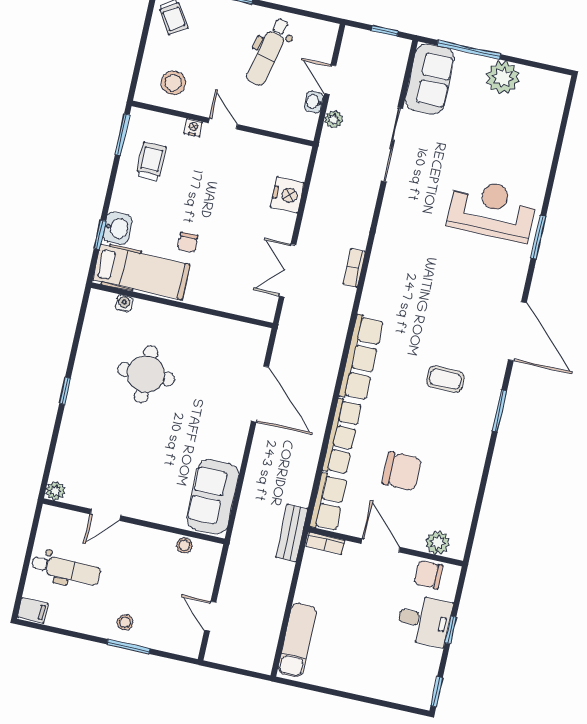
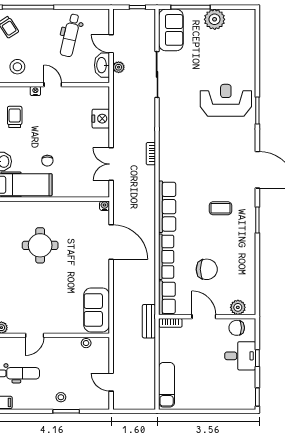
washbasin: (314, 102) -> (102, 65), width x1.91, depth x1.45
water cooler: (124, 303) -> (105, 206), moved

